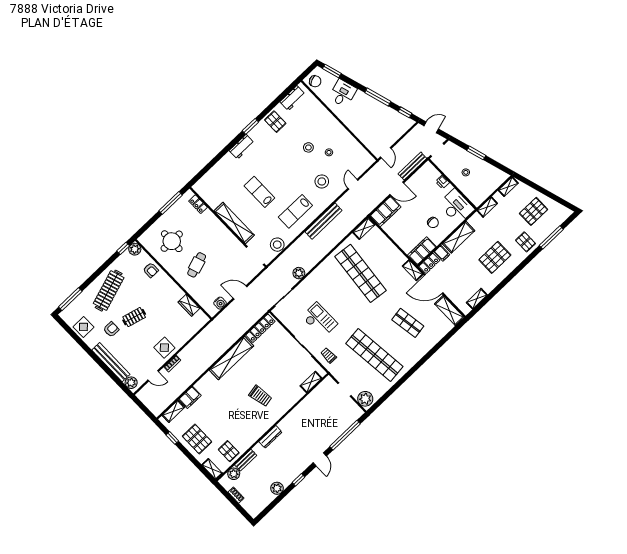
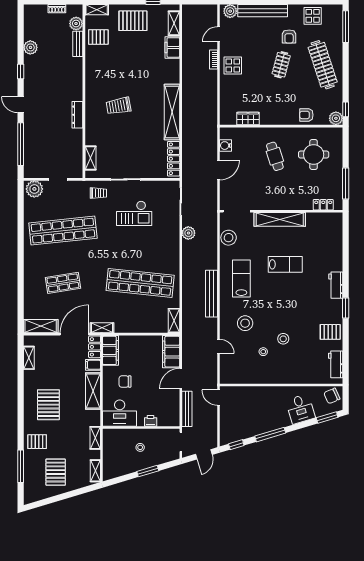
dresser: (270, 437) -> (77, 115), moved

